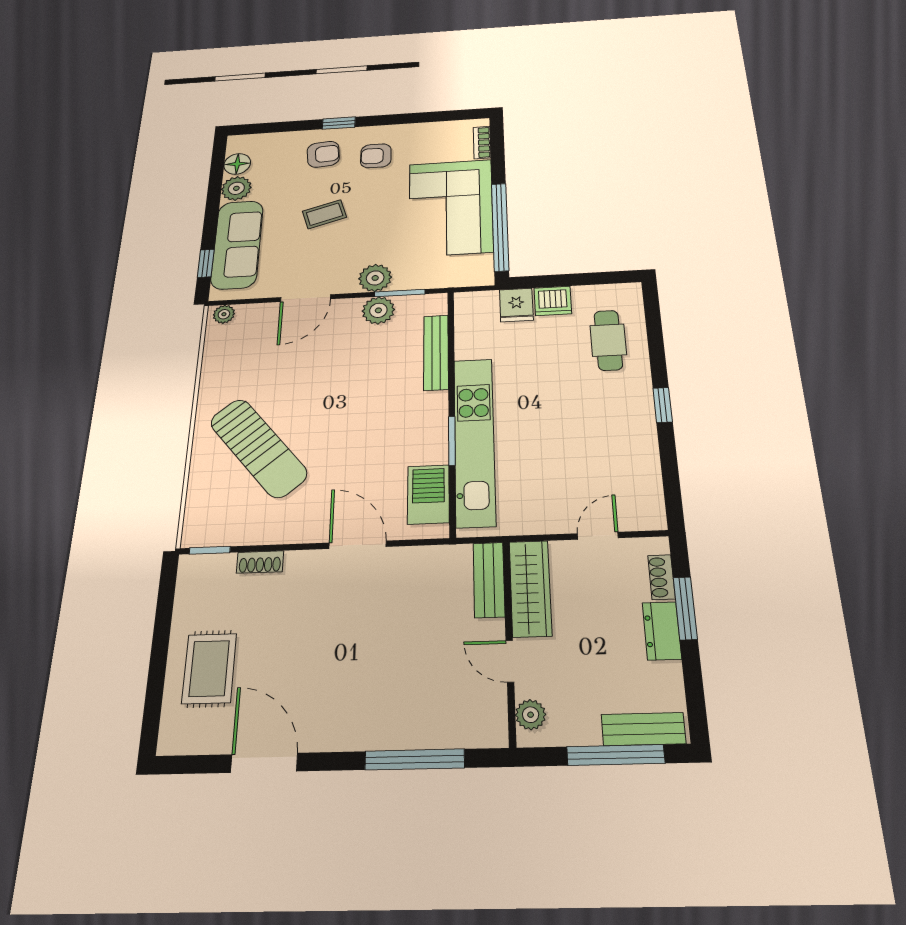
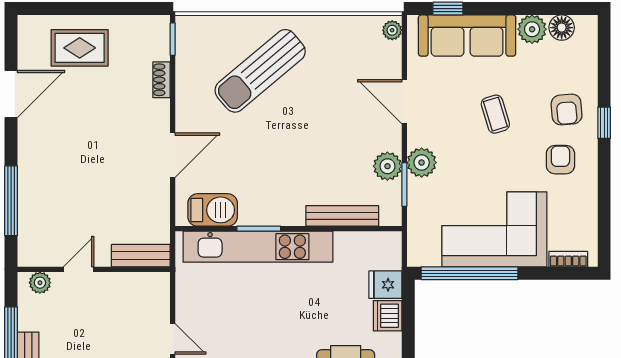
wardrobe: (530, 588) -> (133, 286), removed

